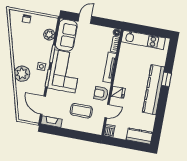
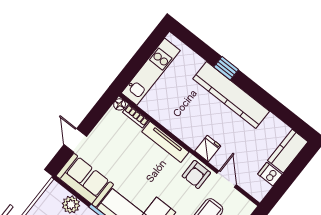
dishwasher: (109, 131) -> (270, 174), moved

